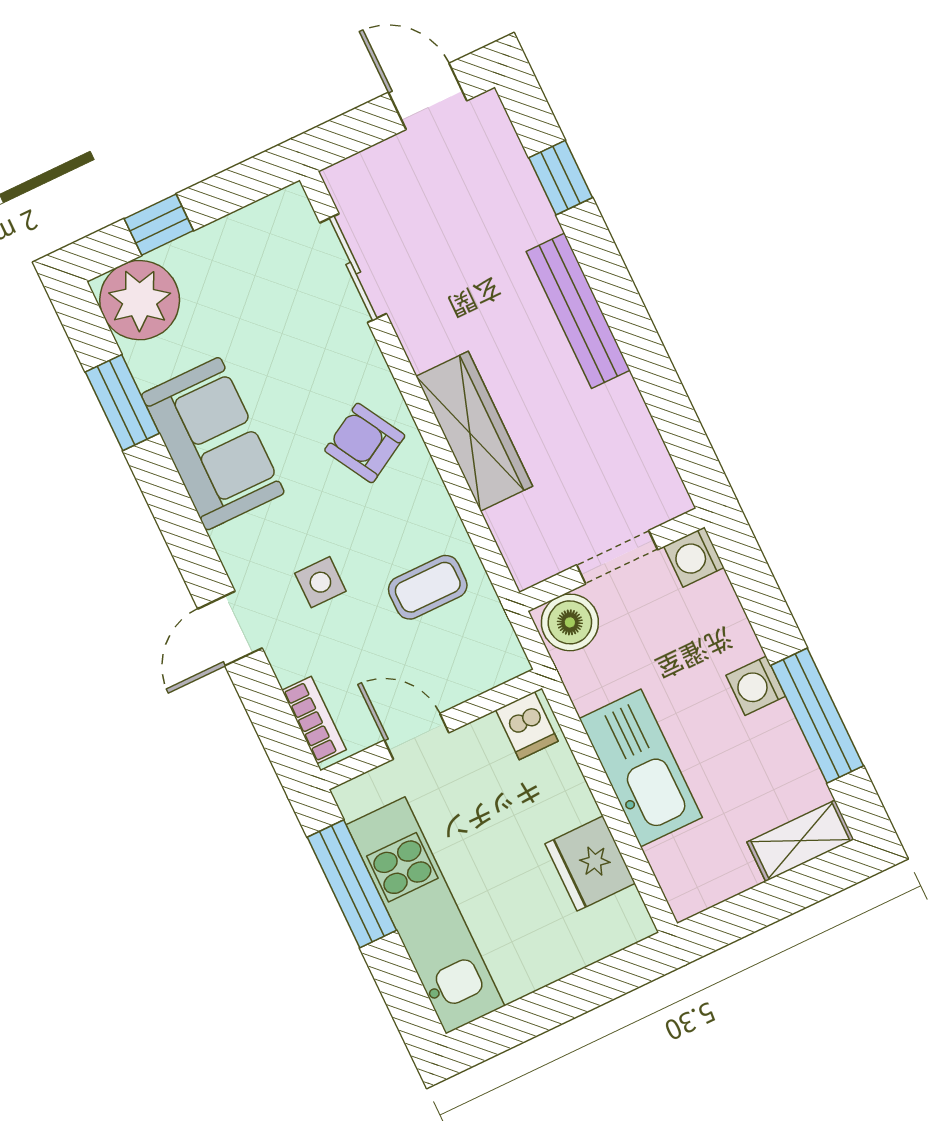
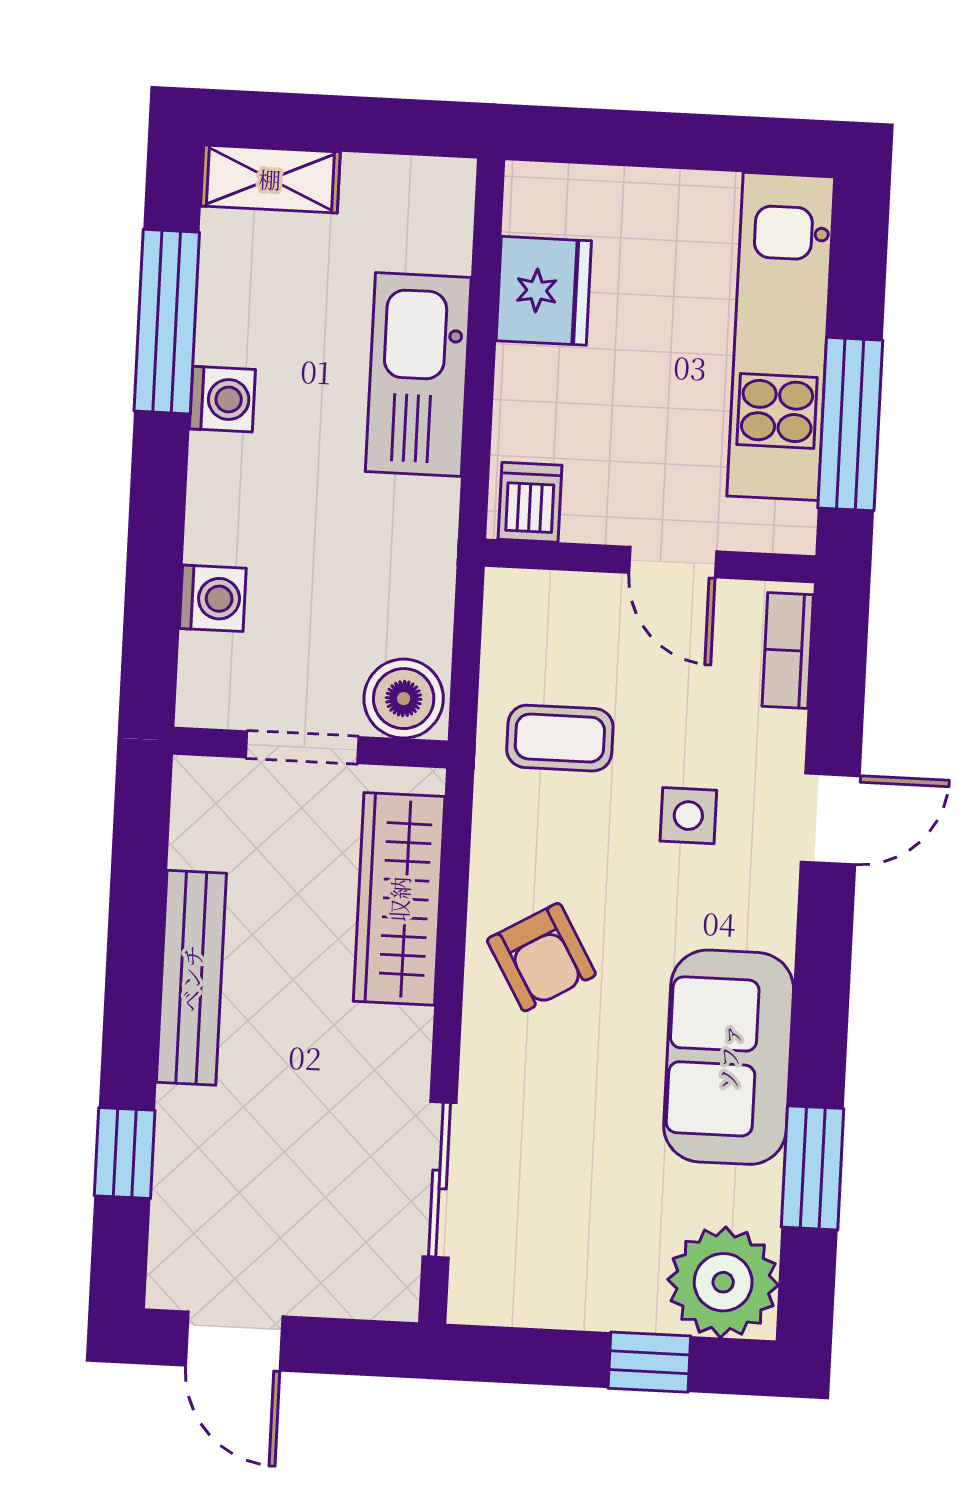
doorway: (617, 557) -> (302, 747), moved
wall: (612, 560) -> (310, 748), moved
boiler: (570, 622) -> (404, 699), moved

